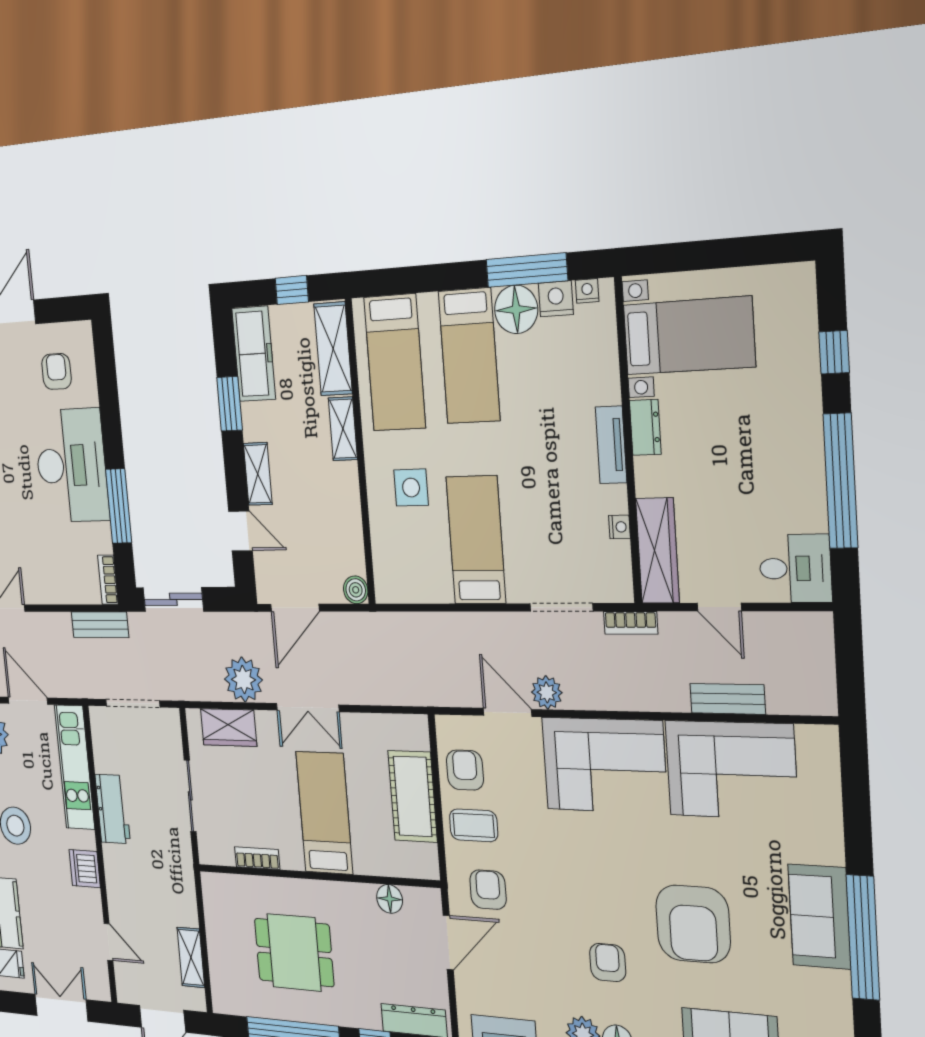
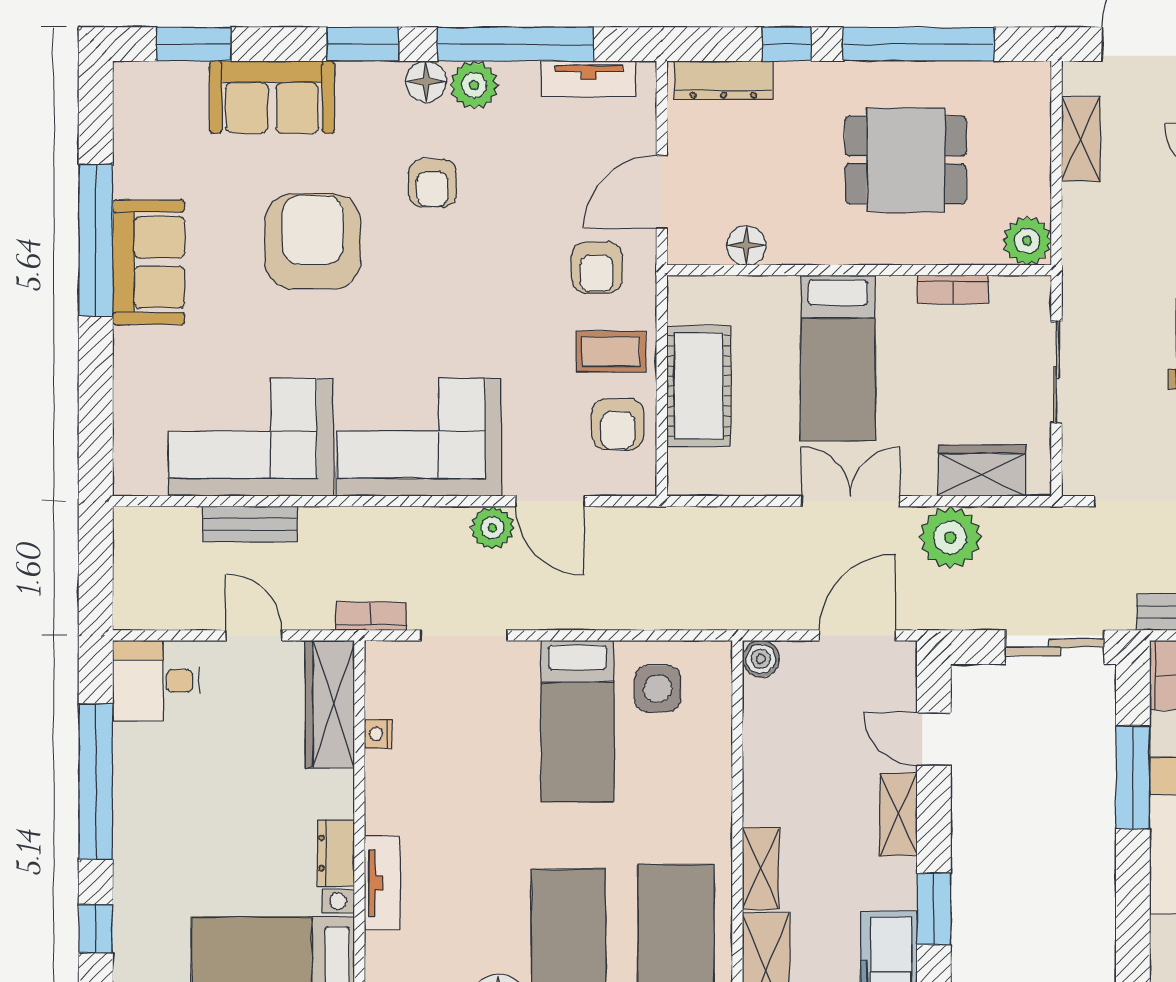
tv unit: (611, 445) -> (382, 883), moved
side table: (411, 488) -> (658, 689), moved
plant: (216, 889) -> (1027, 241), added

